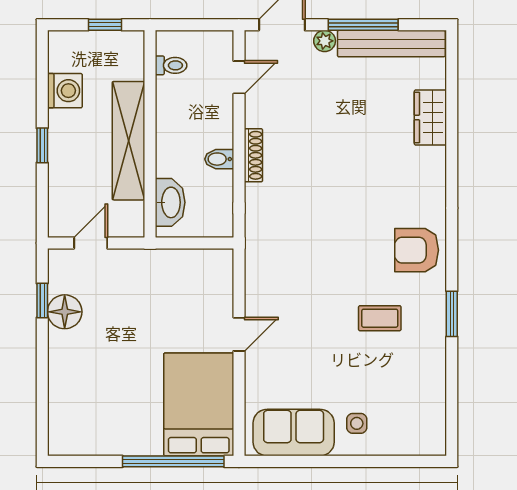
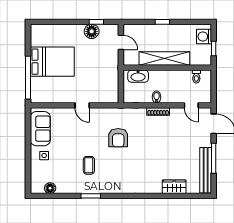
plant: (325, 41) -> (207, 142), removed
washing machine: (65, 91) -> (204, 37), moved, turned 90
armchair: (417, 250) -> (118, 138), moved, turned 180
bed: (199, 404) -> (52, 62), moved
floor lamp: (434, 409) -> (50, 188), added

